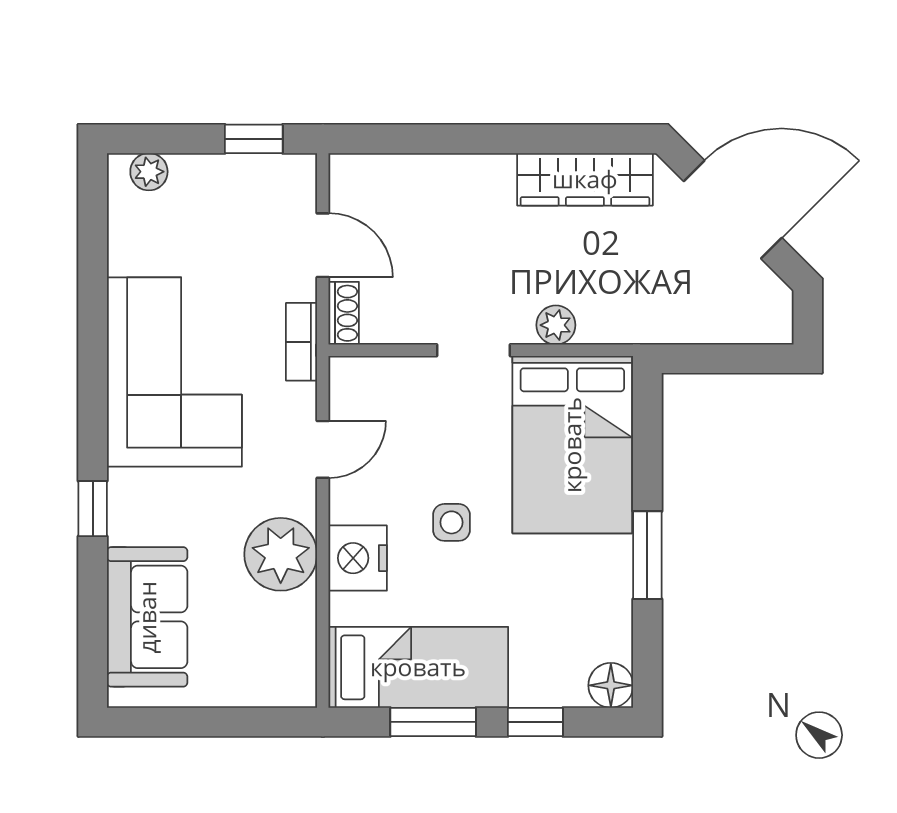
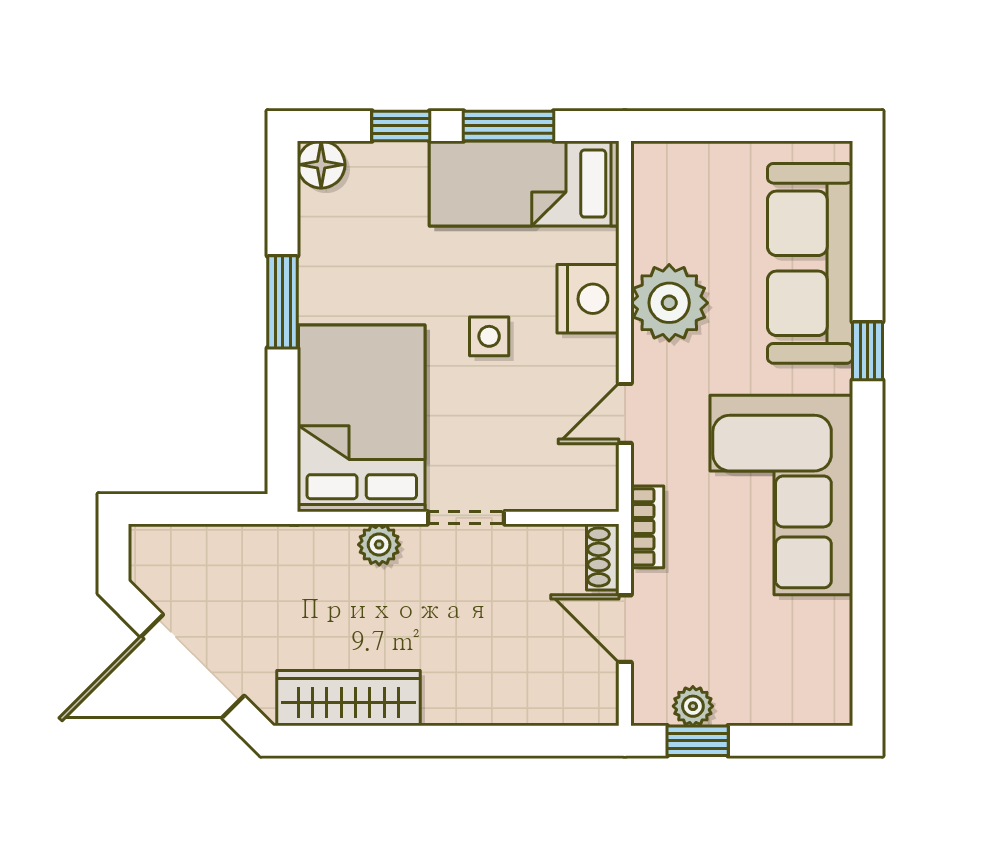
plant: (149, 172) -> (693, 706), moved
sofa: (147, 617) -> (810, 263), width x1.36

